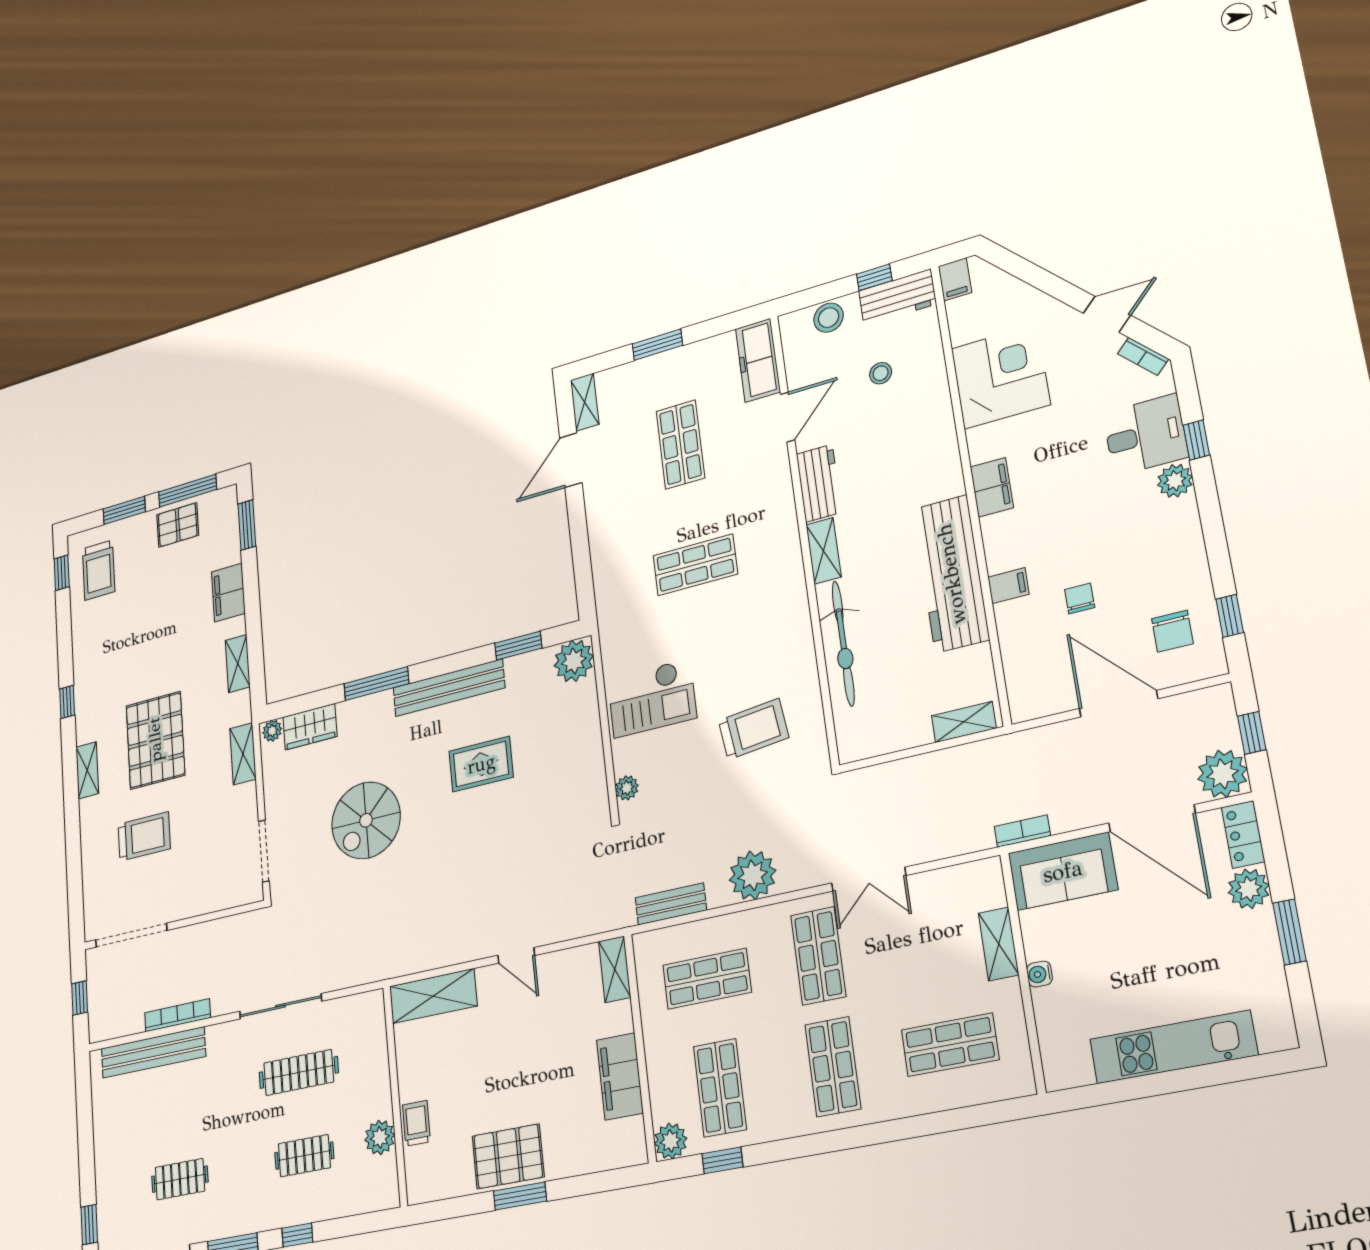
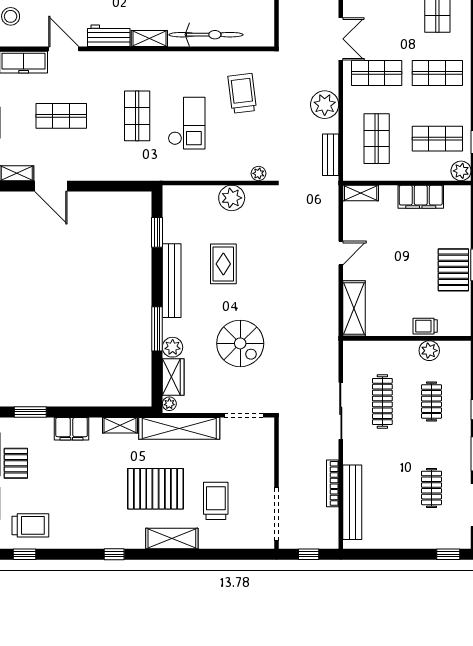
plant: (574, 661) -> (232, 198), moved
checkout: (652, 698) -> (187, 123), moved
plant: (352, 715) -> (173, 347), added
shelving: (243, 754) -> (179, 428), width x2.20, depth x1.33
shelving: (87, 770) -> (172, 538), width x1.50, depth x1.33

